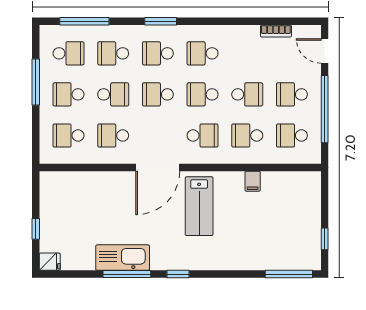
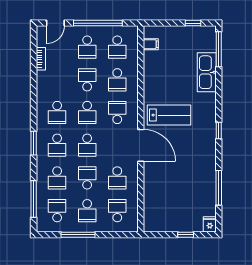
school desk: (68, 135) -> (117, 211), turned 180
filing cabinet: (253, 181) -> (151, 44), moved
kitchen sink: (123, 258) -> (207, 72), moved
window: (127, 274) -> (219, 188), moved

